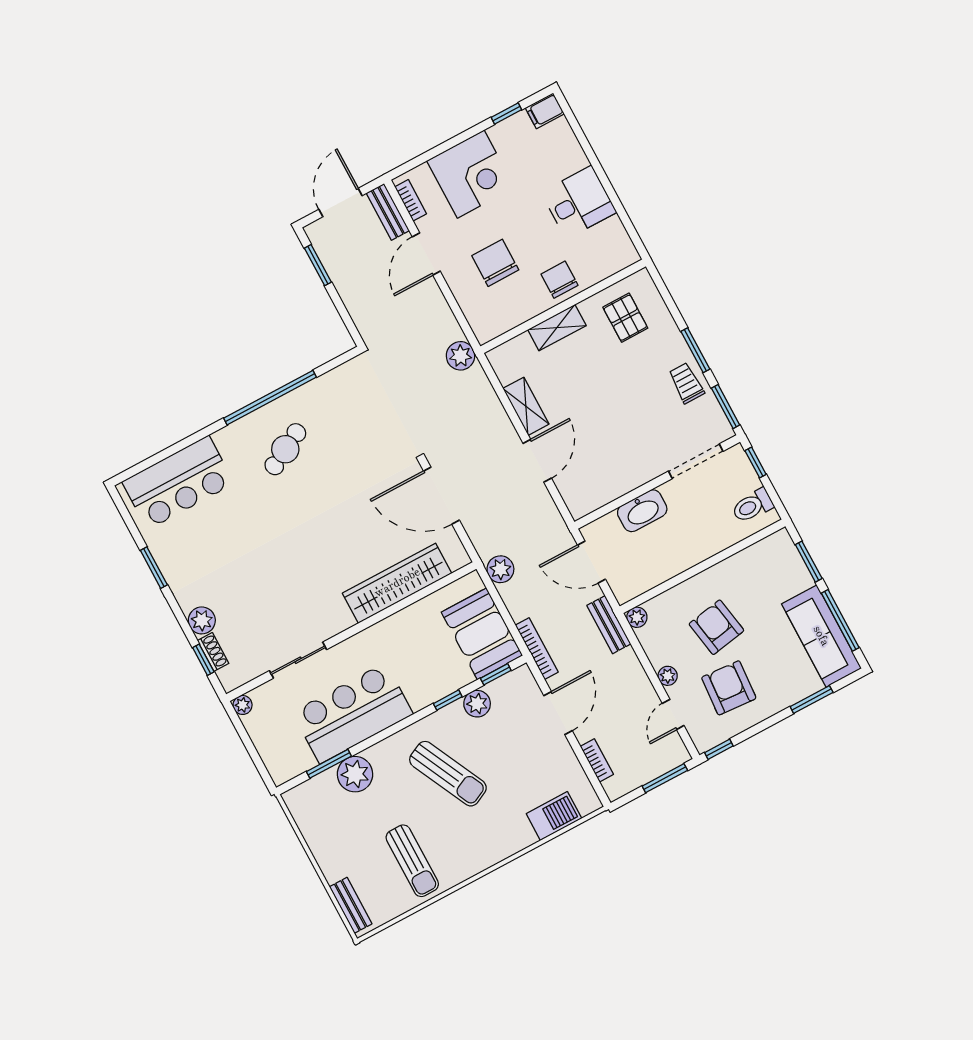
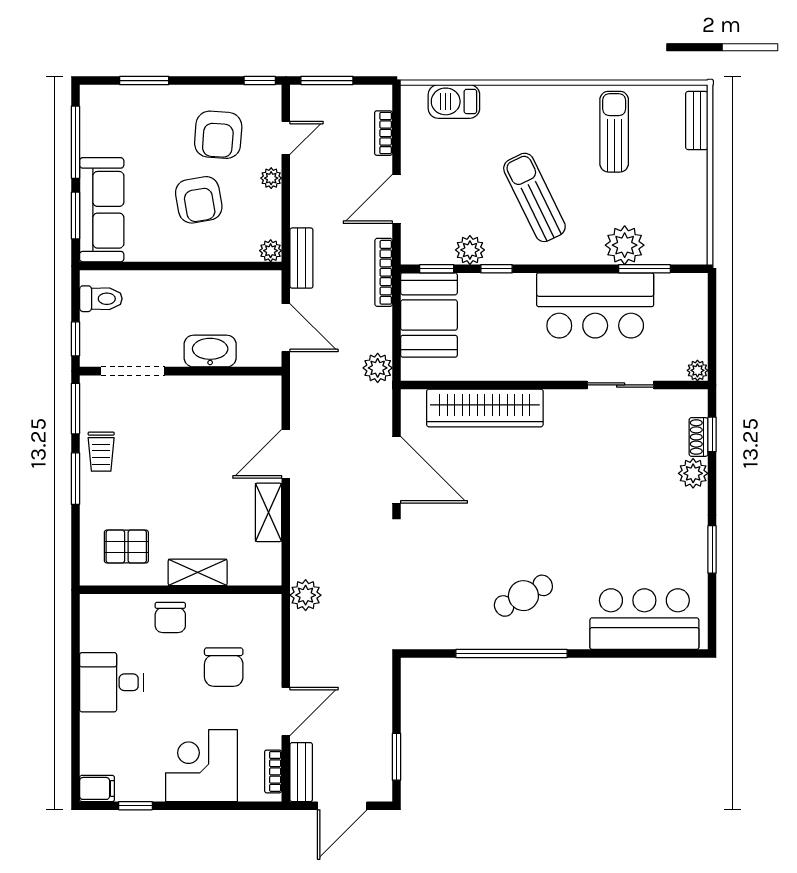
pallet: (625, 318) -> (126, 547), turned 90
sofa: (821, 636) -> (102, 210), moved

